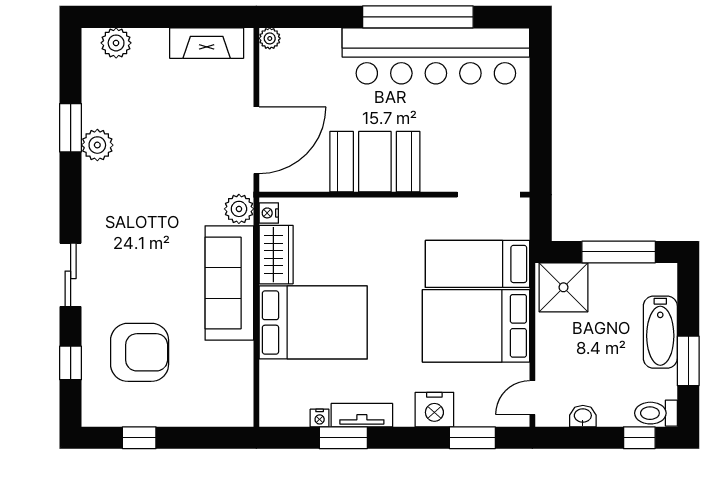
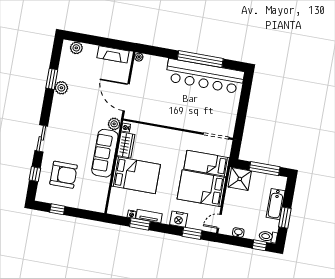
door: (256, 140) -> (126, 97), swing flipped
booth: (375, 162) -> (172, 115), removed

